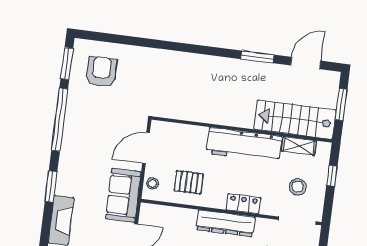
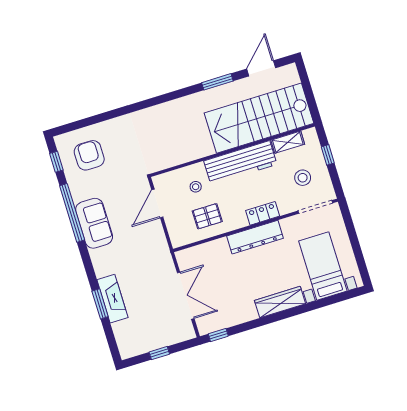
window: (67, 63) -> (56, 162), width x0.67
window: (341, 104) -> (308, 90), removed
stairs: (295, 120) -> (259, 118), width x1.36, depth x1.51
stool: (152, 183) -> (196, 187), moved
window: (51, 187) -> (100, 304), moved
sofa: (123, 195) -> (94, 223), moved, turned 180

